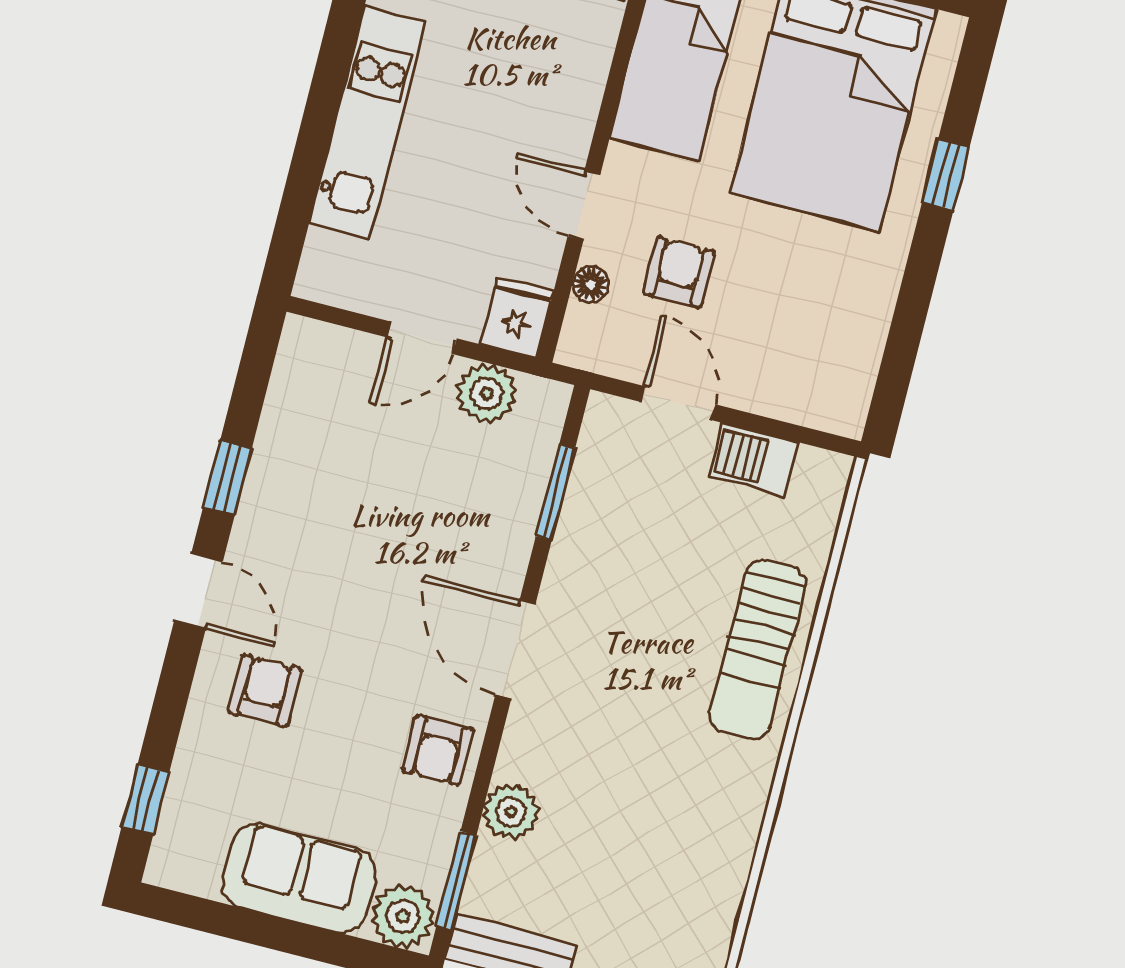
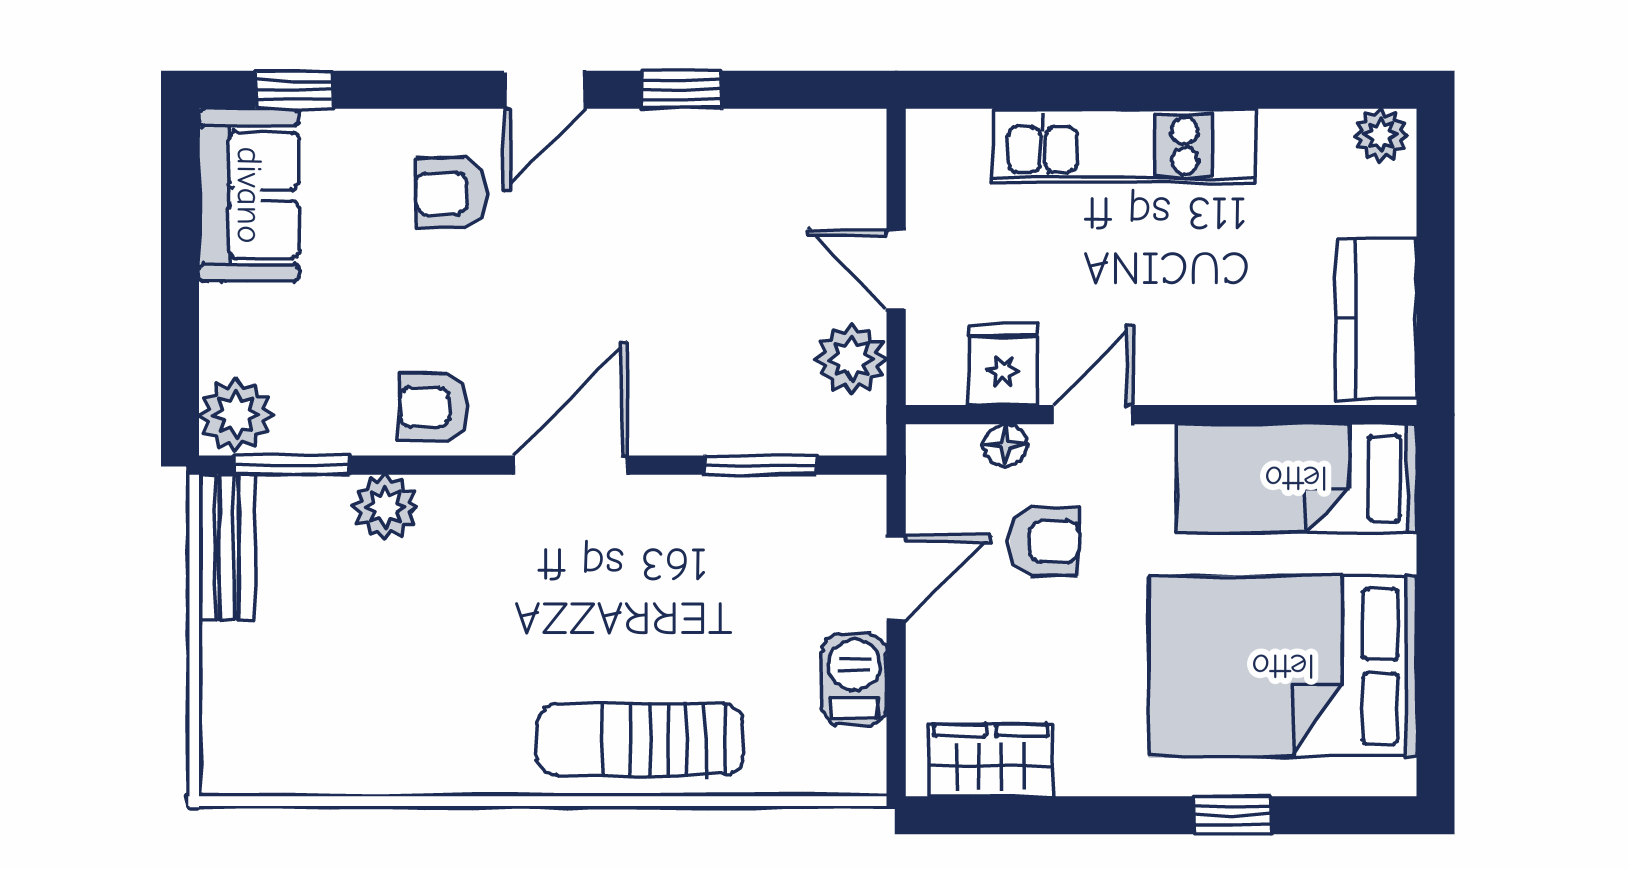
fridge: (517, 318) -> (1003, 365), moved, turned -90
wardrobe: (849, 363) -> (991, 760), added
armchair: (265, 691) -> (452, 194), turned 180
sofa: (299, 878) -> (249, 195), moved

